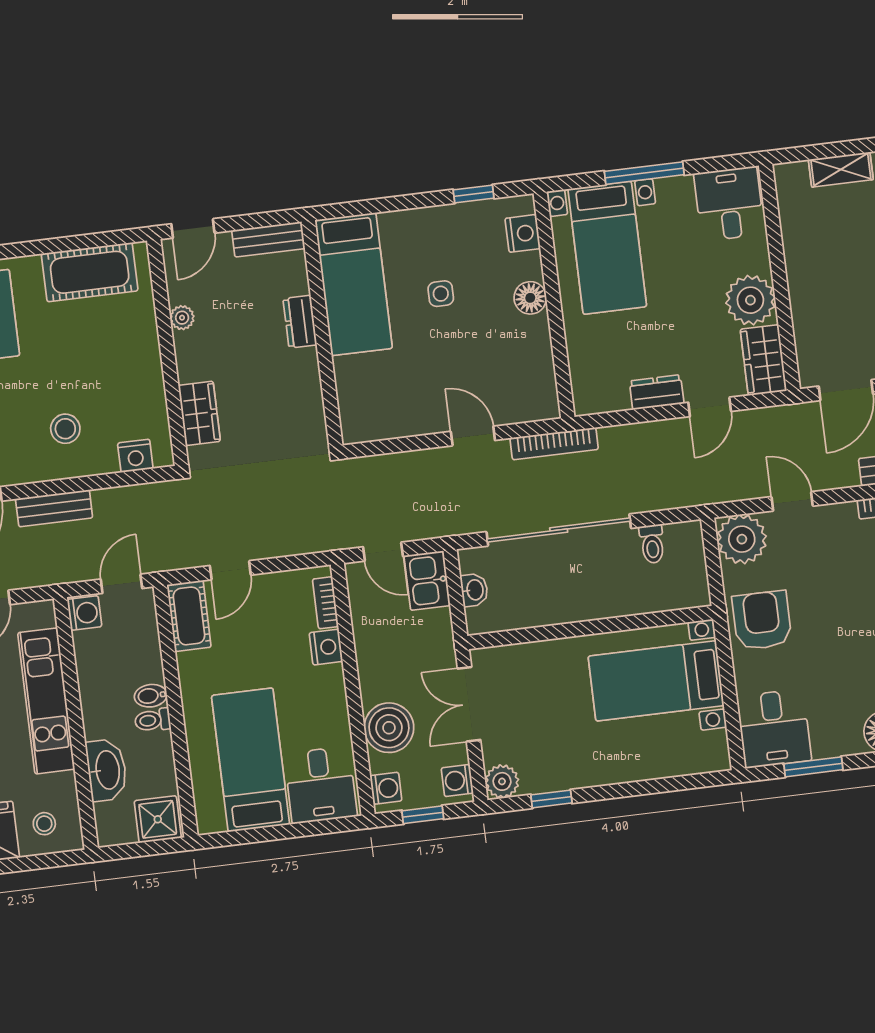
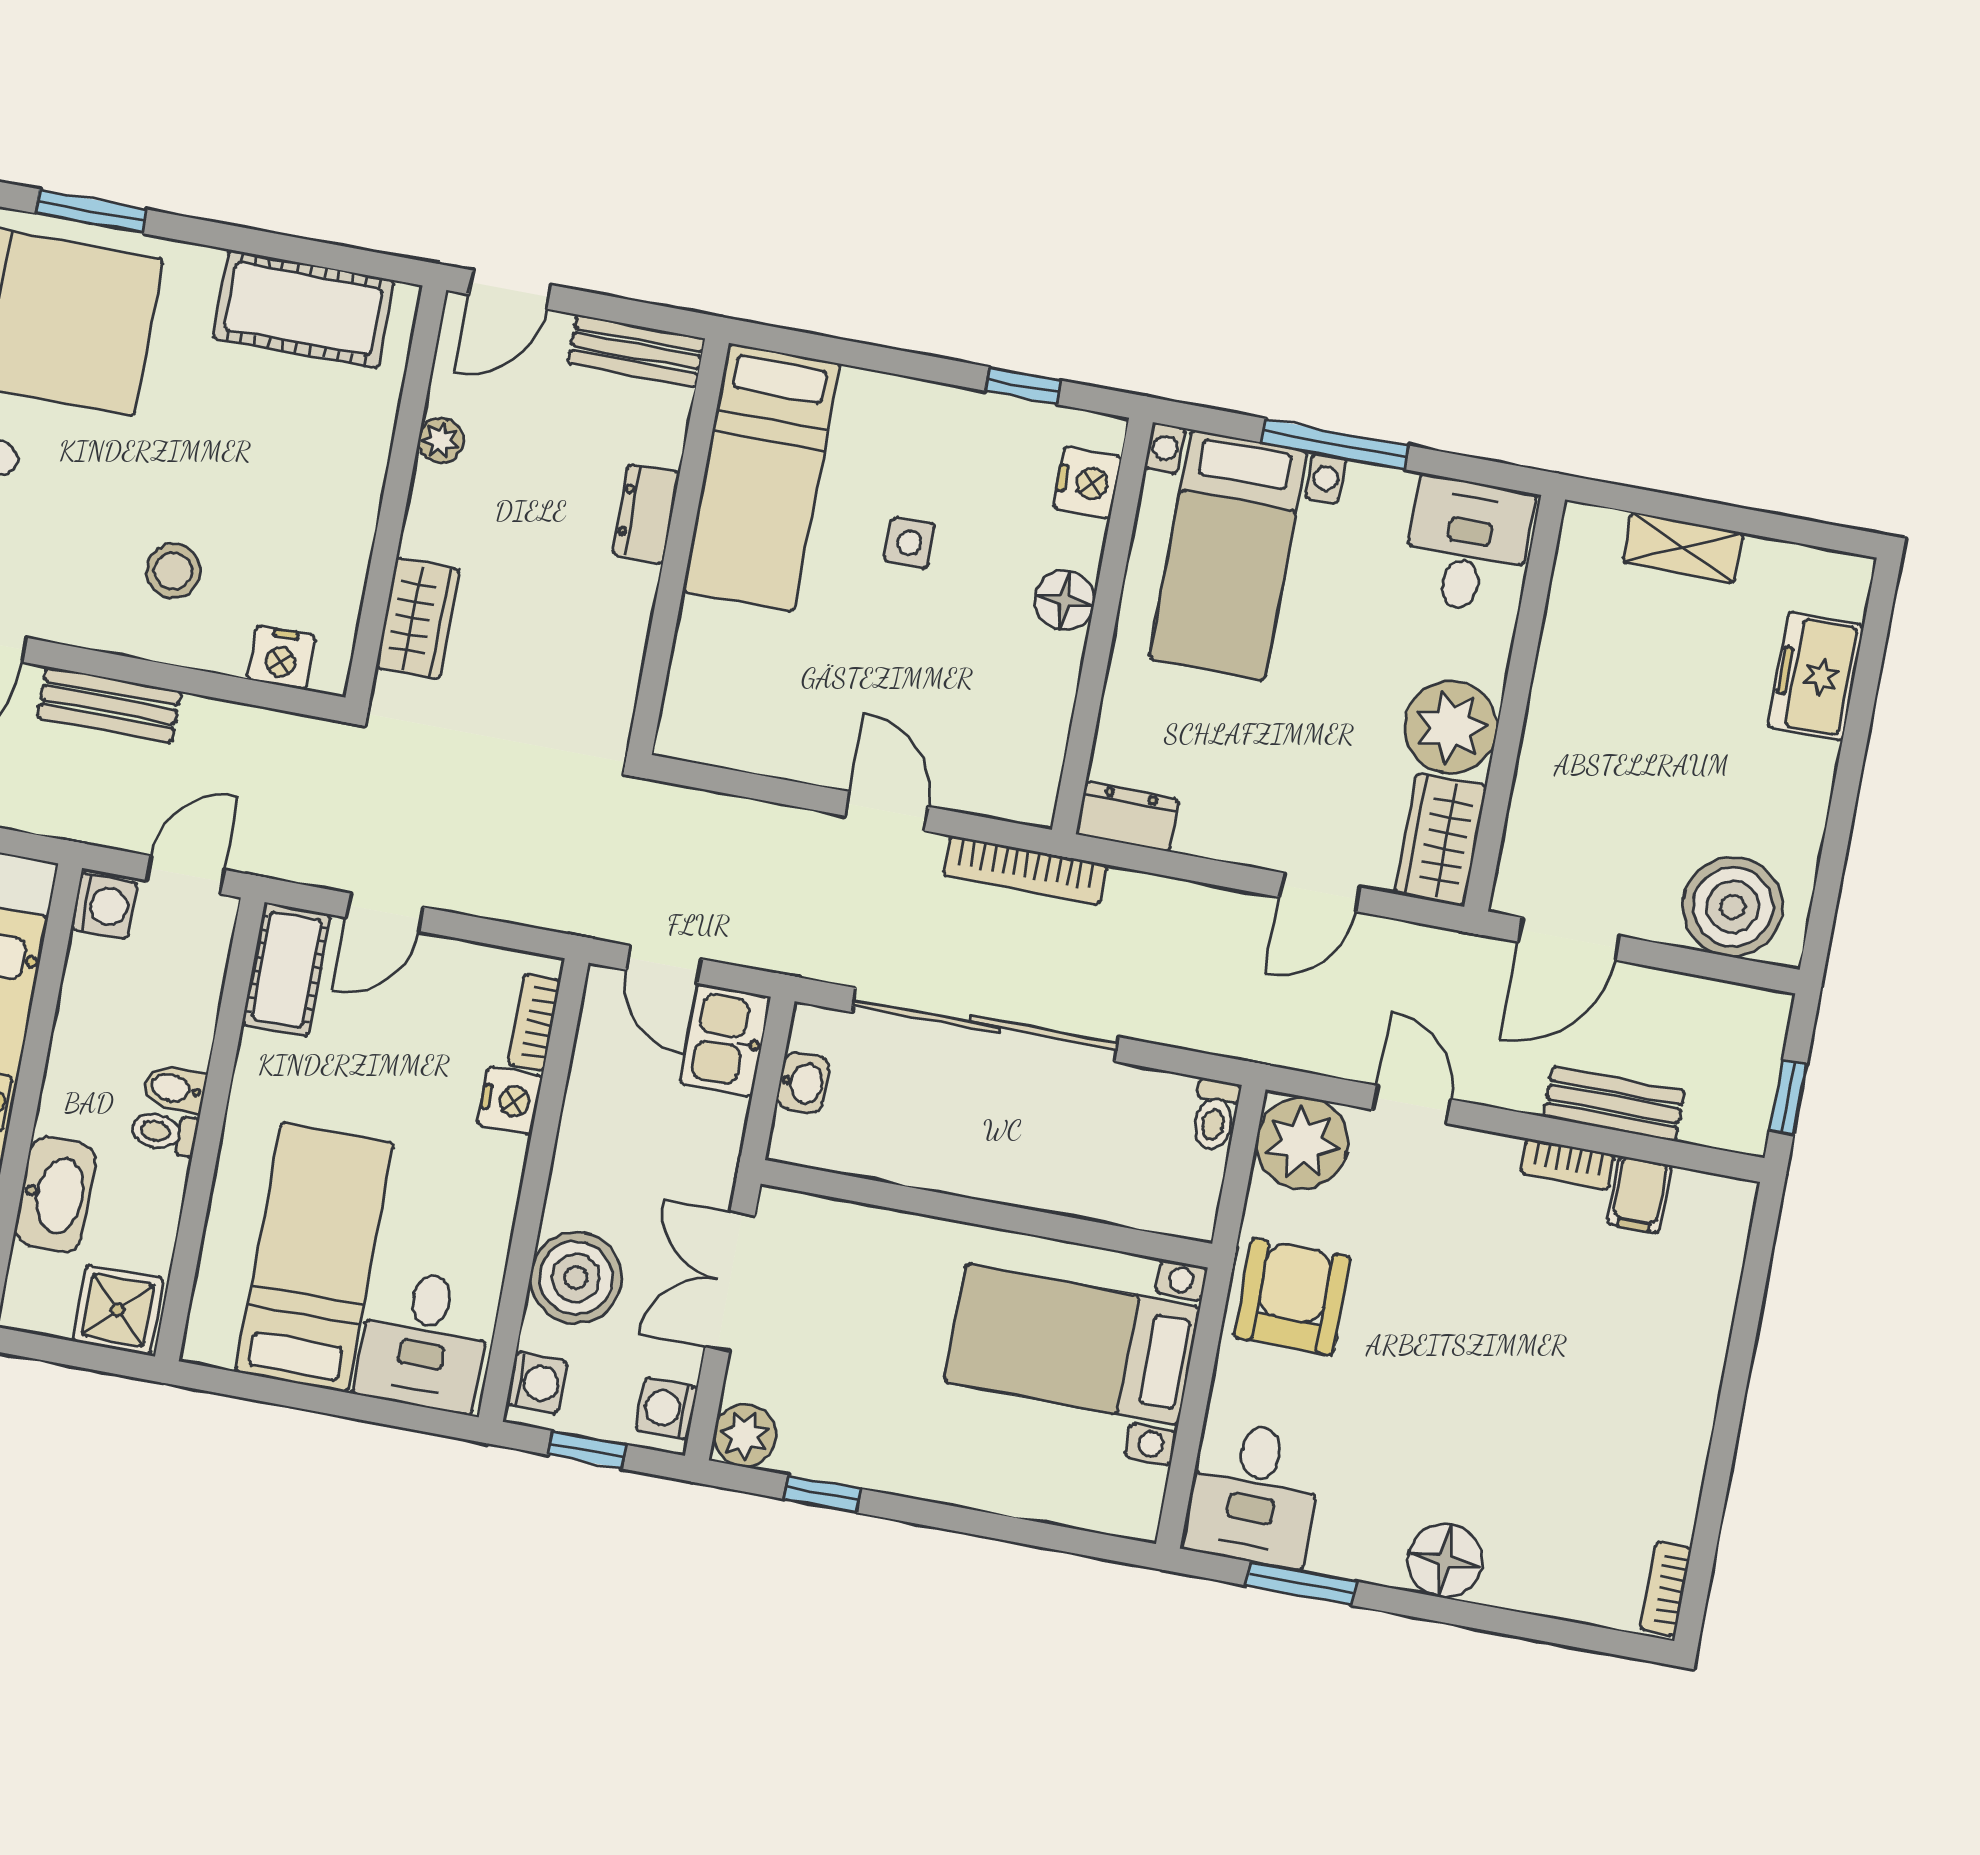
dresser: (657, 392) -> (1127, 817), moved
toilet: (652, 544) -> (1215, 1115), moved

